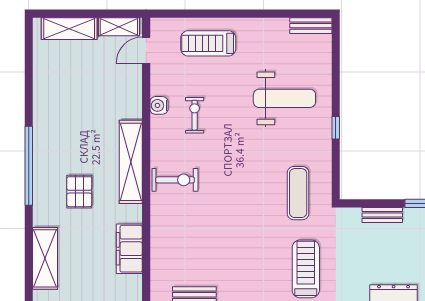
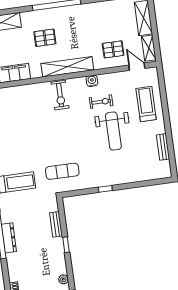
bench: (311, 26) -> (163, 147), moved
pallet: (113, 84) -> (113, 49), added
weight bench: (284, 98) -> (113, 131), moved
water cooler: (159, 105) -> (92, 81), moved

